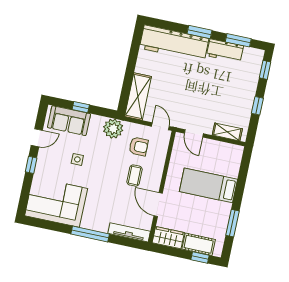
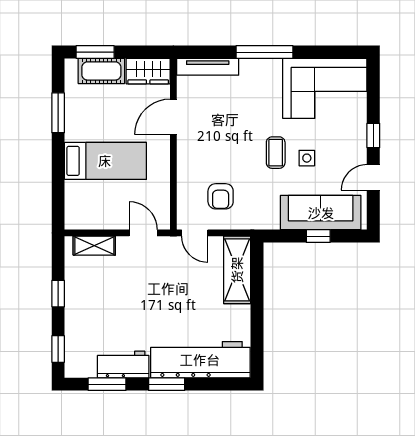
sofa: (69, 121) -> (321, 213), width x1.36
plant: (113, 129) -> (264, 215), removed
armchair: (139, 146) -> (221, 196), turned -90
coffee table: (134, 176) -> (276, 153), moved
door: (158, 205) -> (173, 117), swing flipped
window: (200, 257) -> (95, 52), width x1.50

